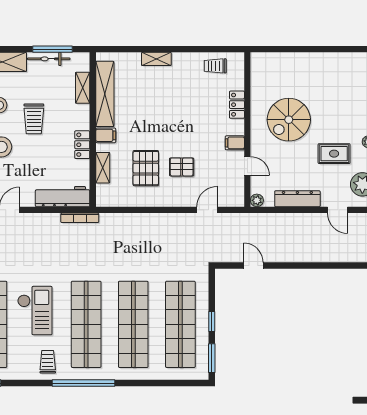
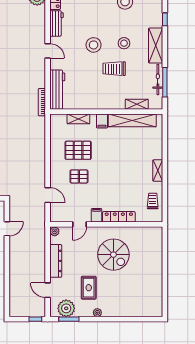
shelving: (156, 59) -> (158, 171), moved
locker: (237, 105) -> (119, 217), width x1.53
spiral stairs: (289, 120) -> (113, 255), turned 180
locker: (82, 145) -> (95, 104), removed
pallet: (182, 167) -> (79, 176), turned 90
door: (337, 210) -> (48, 290), hinge flipped

